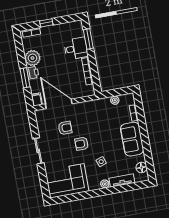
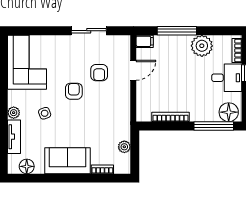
floor lamp: (76, 30) -> (229, 112), added
window: (88, 39) -> (214, 126), width x1.44
desk: (76, 48) -> (227, 78), moved, turned -90
printer: (33, 73) -> (182, 42), removed
window: (25, 78) -> (177, 31), width x1.44
door: (59, 104) -> (133, 70), width x0.53
sliding door: (38, 151) -> (89, 31), moved

